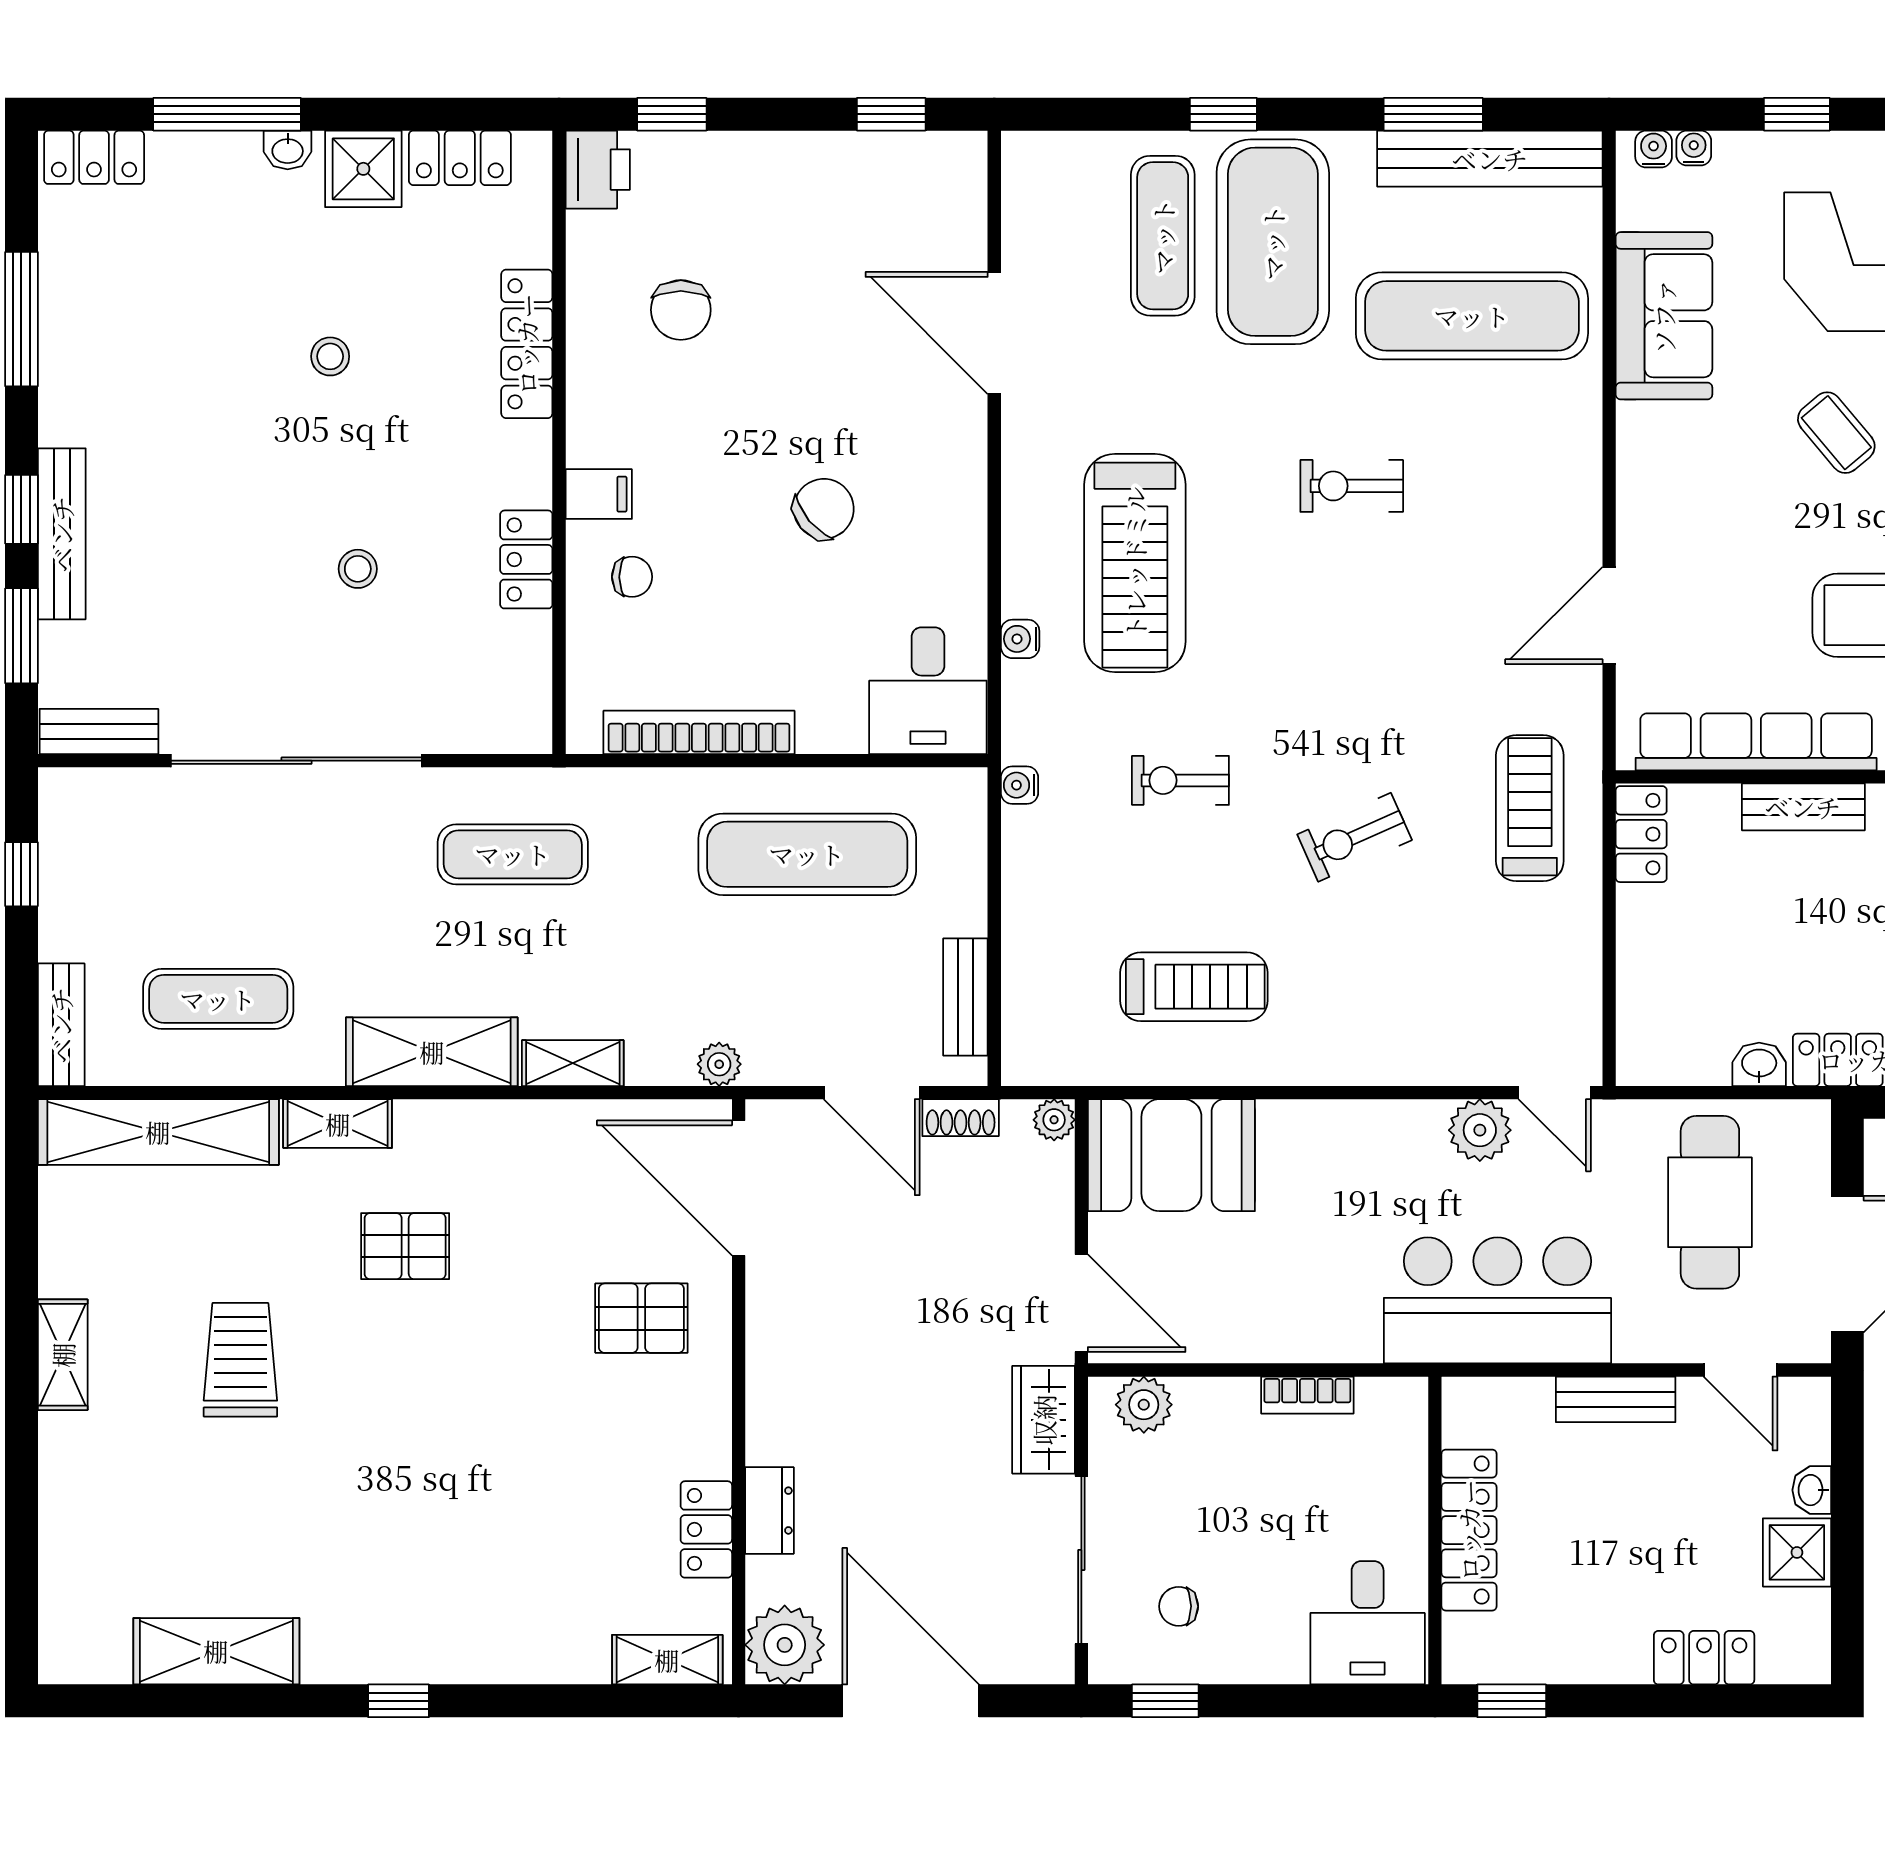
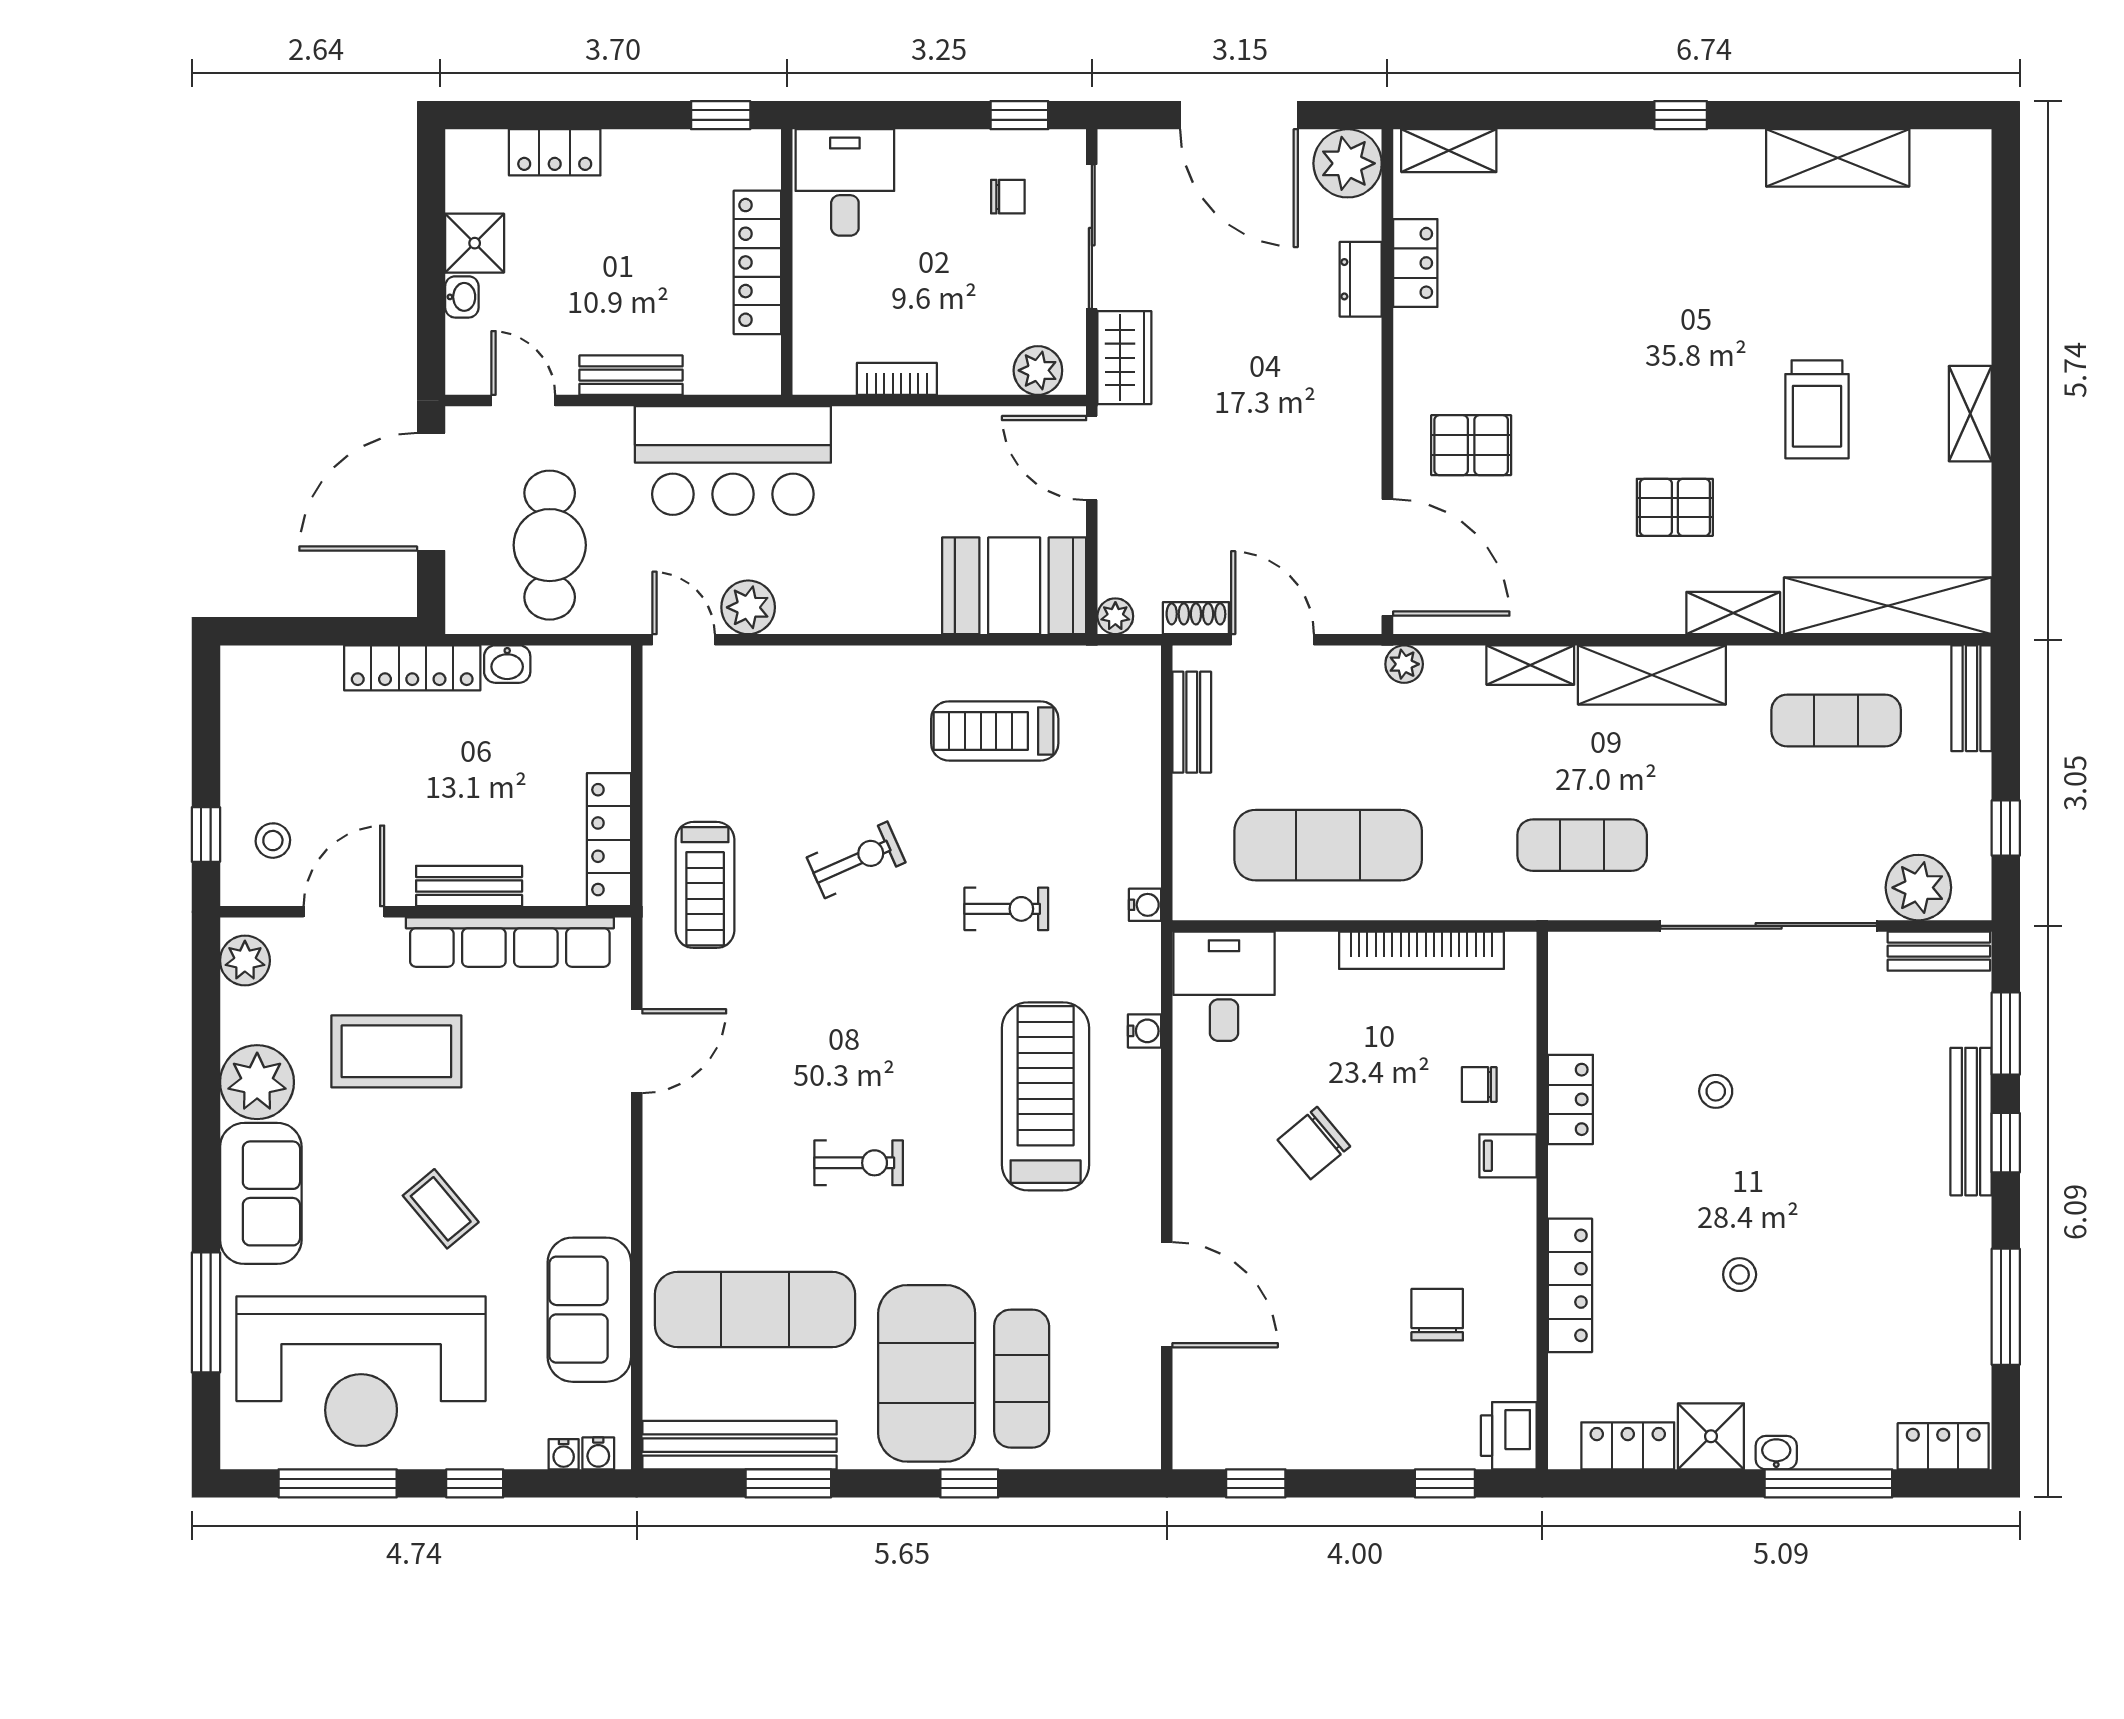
plant: (123, 805) -> (1918, 888), added
locker: (1641, 834) -> (609, 840), width x1.53

